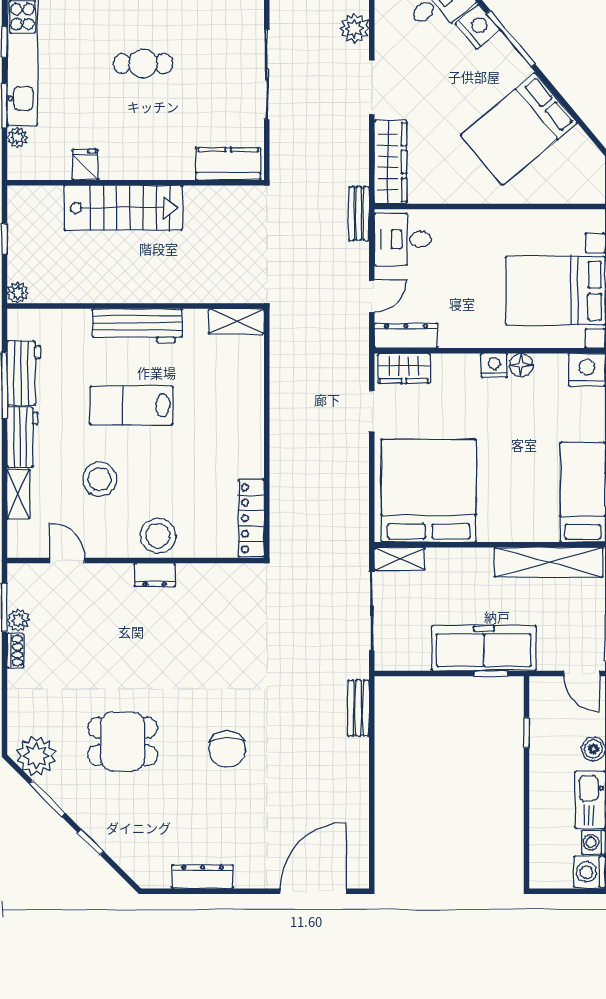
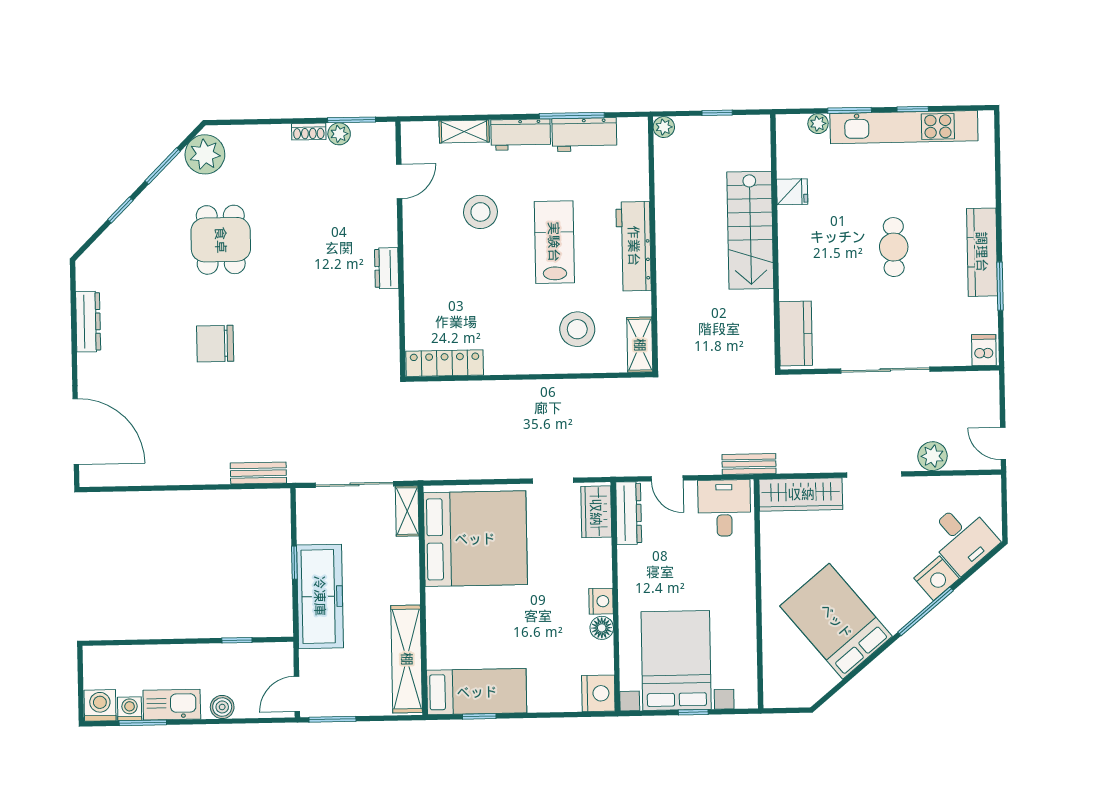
stool: (158, 535) -> (577, 329), moved
window: (491, 673) -> (294, 563), moved

